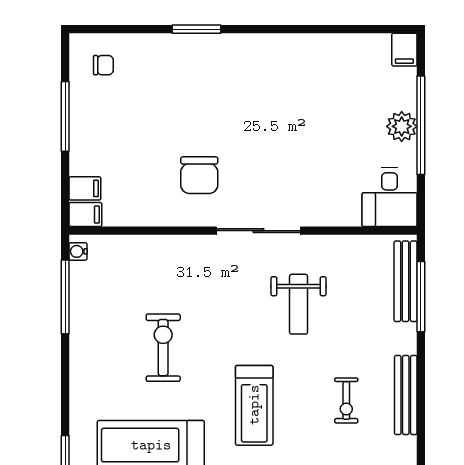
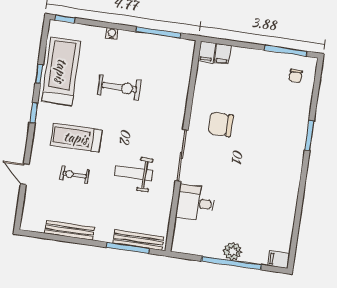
window: (65, 116) -> (286, 51), moved
desk: (390, 197) -> (196, 203), moved
water cooler: (78, 251) -> (112, 34), moved
exercise bike: (346, 400) -> (75, 175), moved

